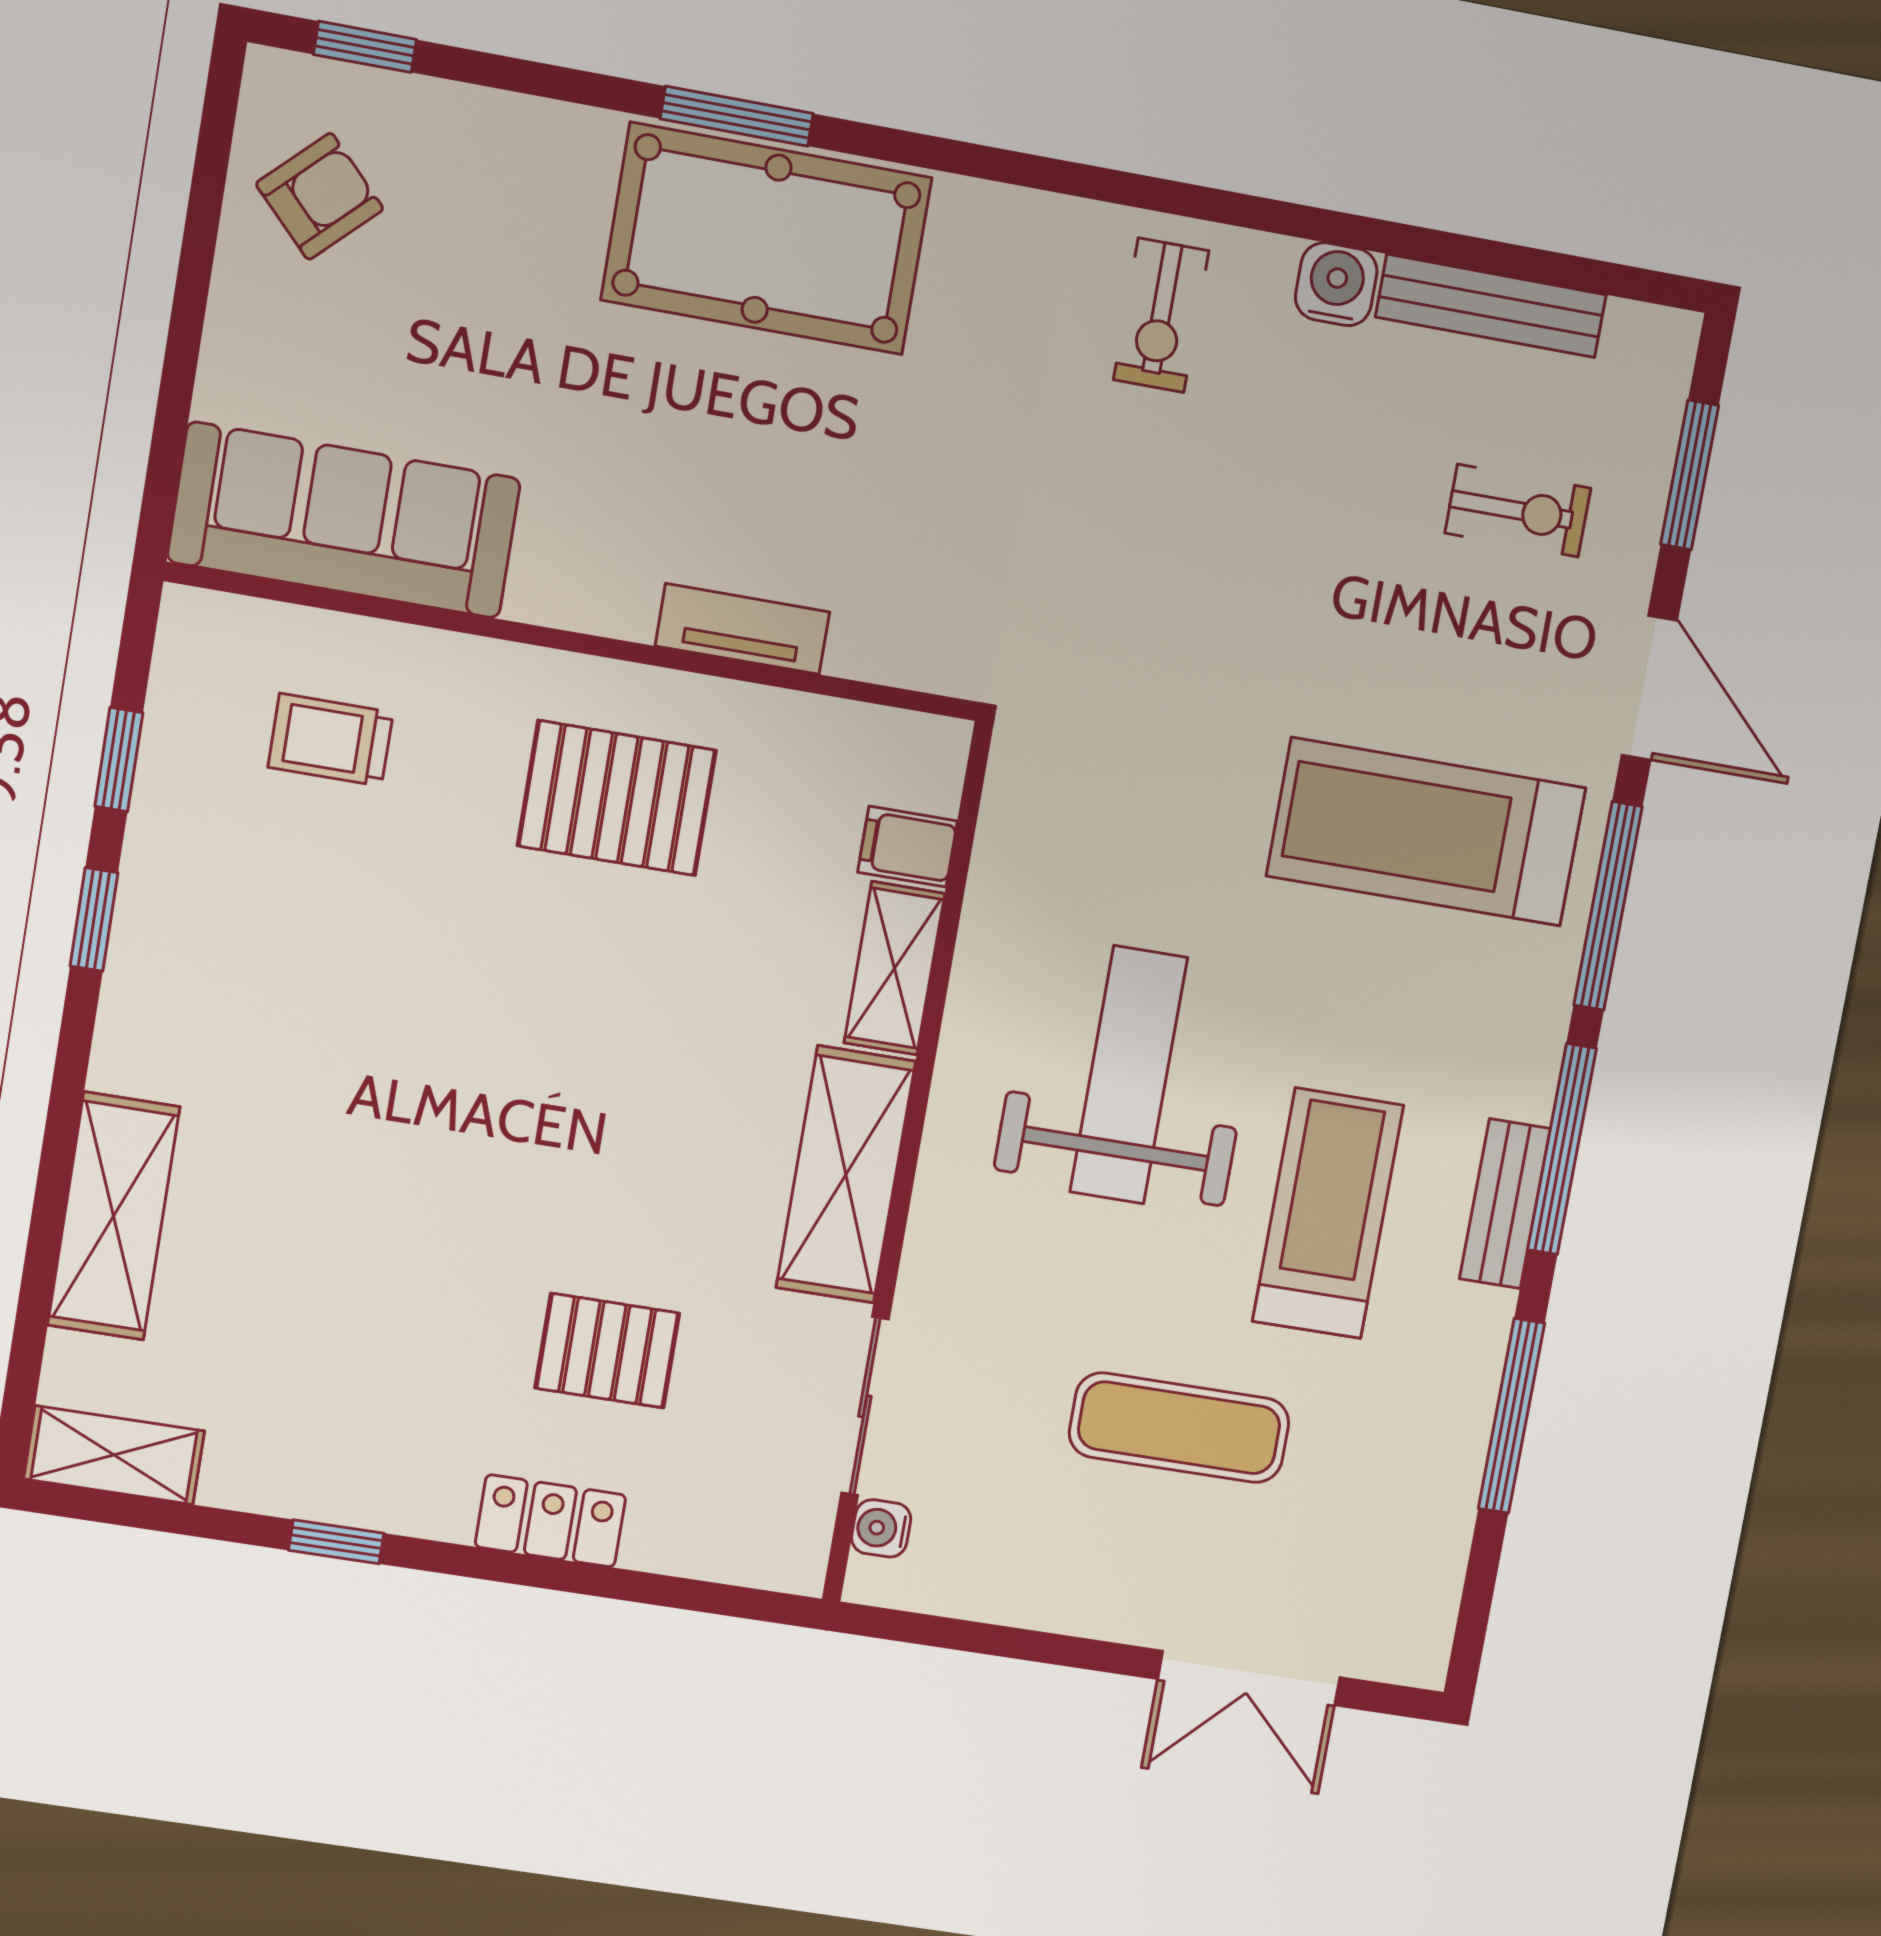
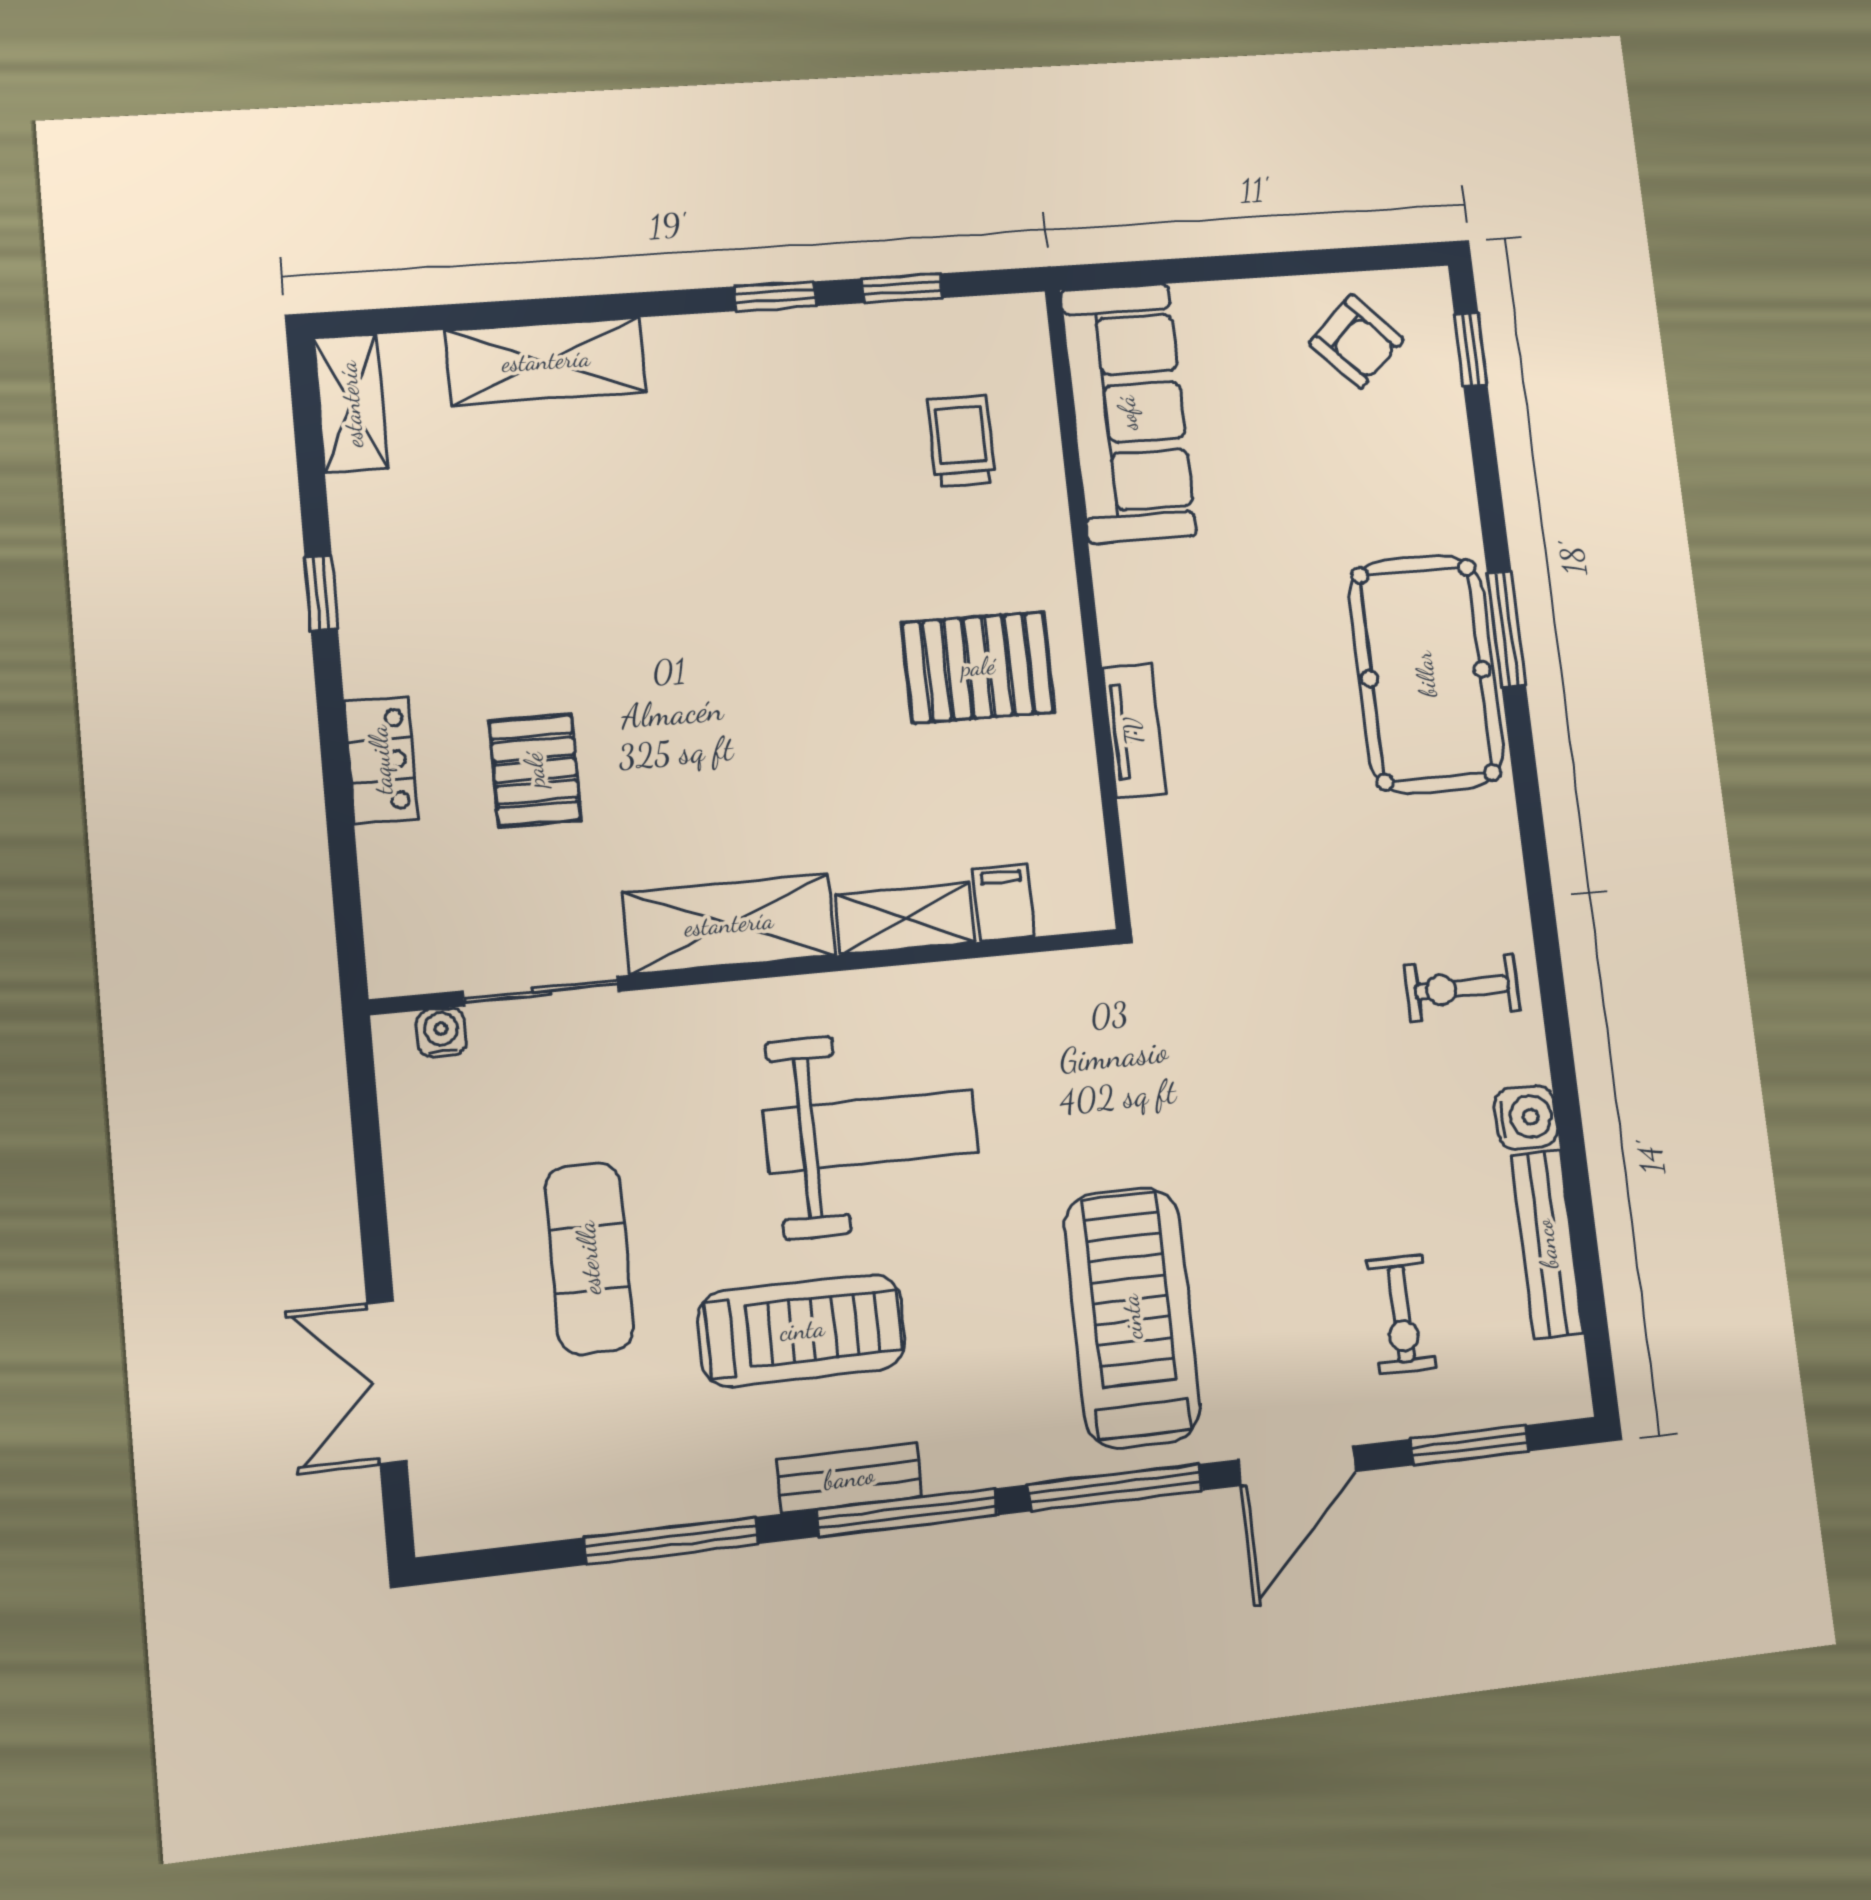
pallet: (617, 798) -> (978, 667), turned 90

